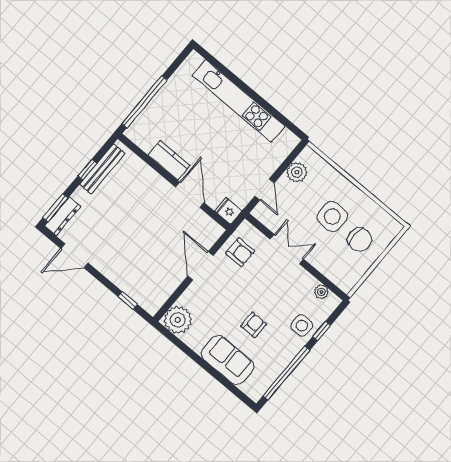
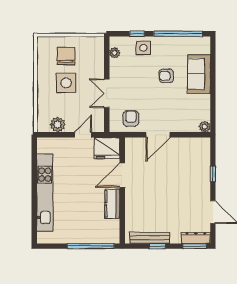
fridge: (228, 211) -> (107, 148), width x1.88, depth x1.34
window: (128, 300) -> (213, 174), moved
plant: (178, 320) -> (205, 127), width x0.53, depth x0.53

